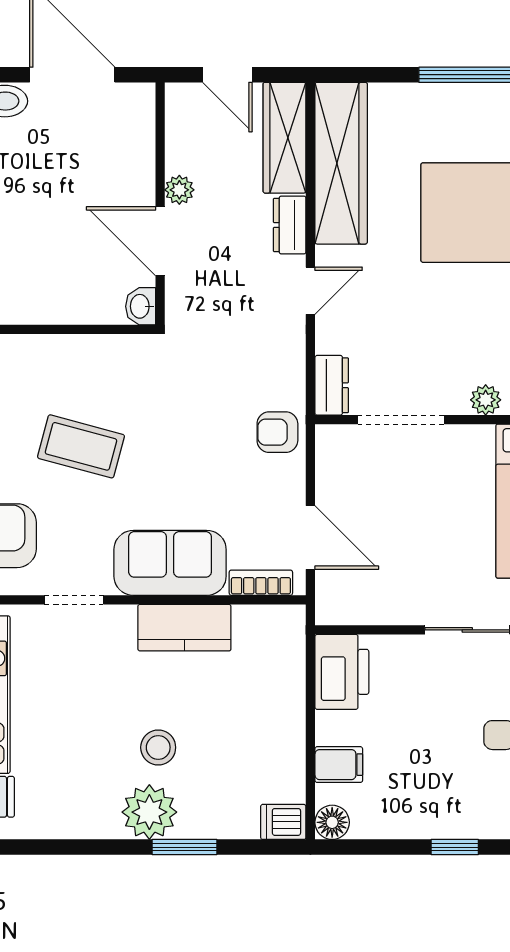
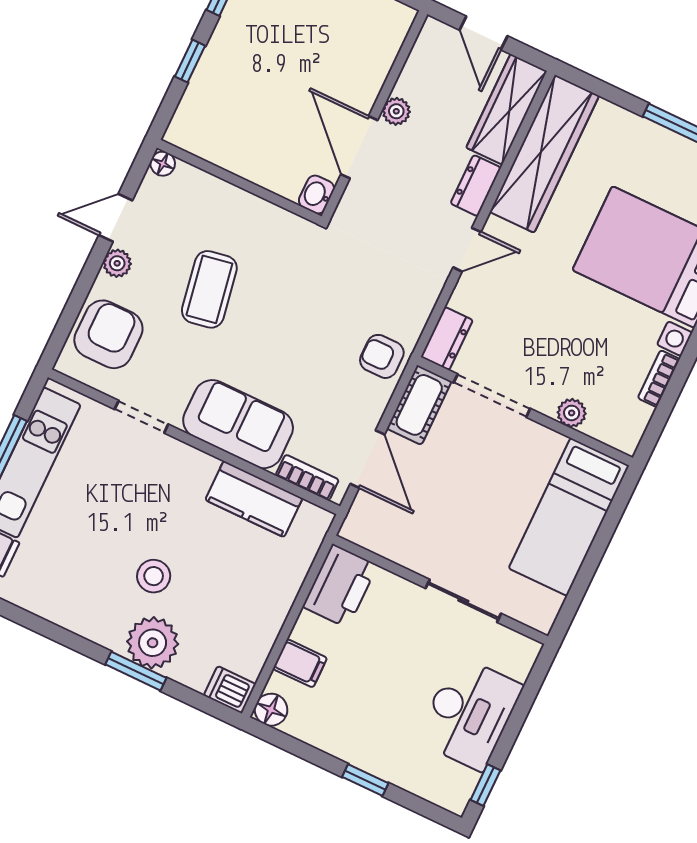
coffee table: (81, 446) -> (209, 289), turned 65
cot: (335, 462) -> (419, 405), added
kitchen counter: (184, 628) -> (254, 499), moved
plant: (149, 812) -> (153, 643), moved

